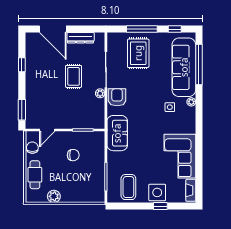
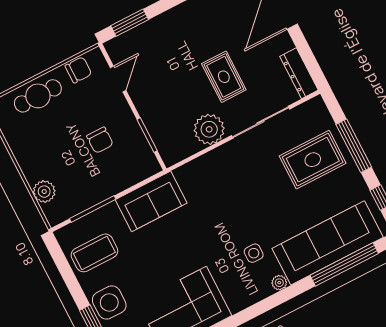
dresser: (81, 38) -> (299, 73), moved
rug: (73, 76) -> (224, 77), turned 90
plant: (100, 93) -> (209, 129), width x1.87, depth x1.87
armchair: (117, 97) -> (226, 162), removed
door: (47, 130) -> (118, 79), swing flipped
sofa: (117, 133) -> (151, 201), moved
plant: (54, 196) -> (44, 192), moved

